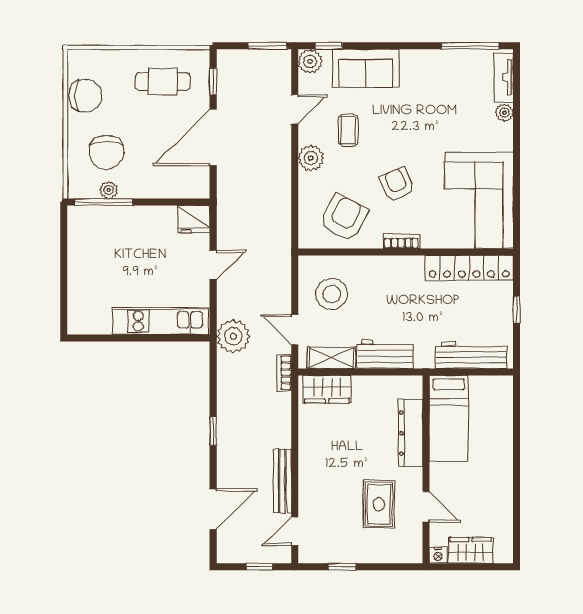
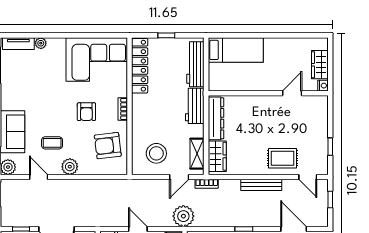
armchair: (397, 184) -> (86, 112), turned -66
armchair: (344, 218) -> (108, 146), turned -35
workbench: (385, 354) -> (195, 106), moved
bed: (449, 418) -> (236, 50), moved
dresser: (411, 433) -> (216, 118), moved, turned -90
bench: (282, 481) -> (261, 185), moved
rug: (379, 504) -> (282, 158), moved

